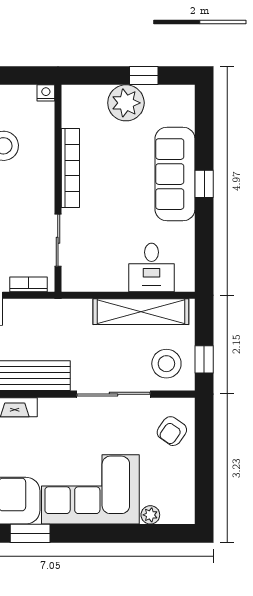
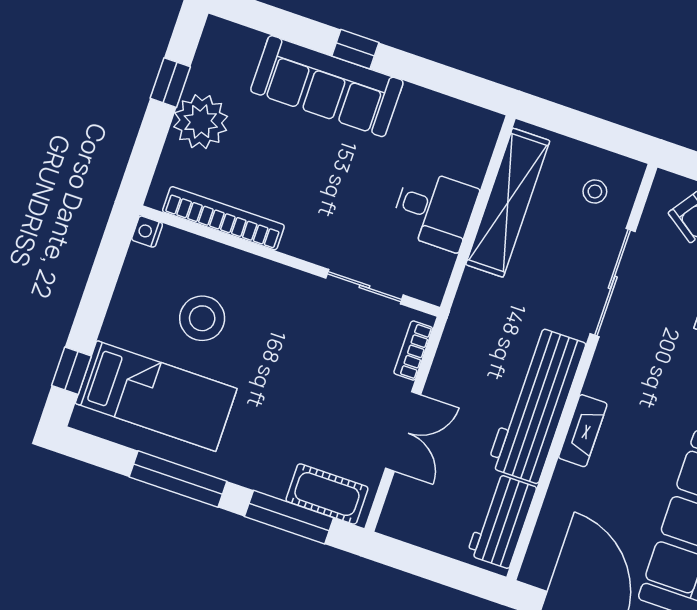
bookcase: (70, 168) -> (223, 218), moved
desk: (152, 267) -> (434, 210), moved
window: (204, 359) -> (607, 135), removed
stool: (166, 364) -> (595, 191), width x0.53, depth x0.53

